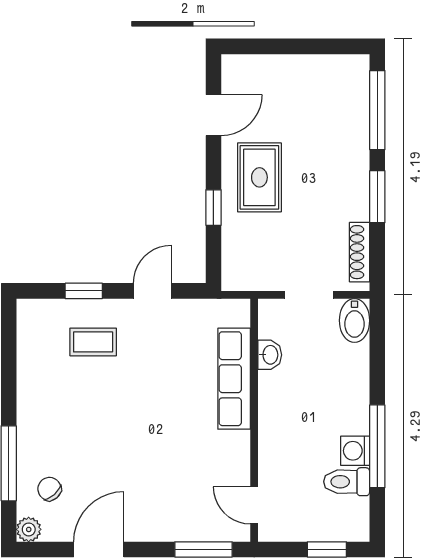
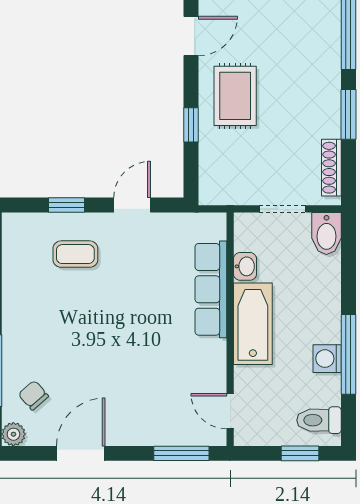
bathtub: (278, 414) -> (253, 324), added
toilet: (347, 482) -> (319, 420), moved

